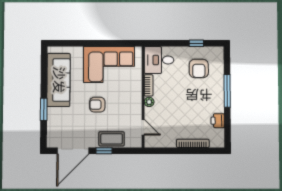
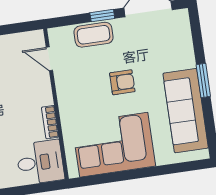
plant: (149, 102) -> (46, 98), removed
window: (44, 109) -> (203, 80), moved

